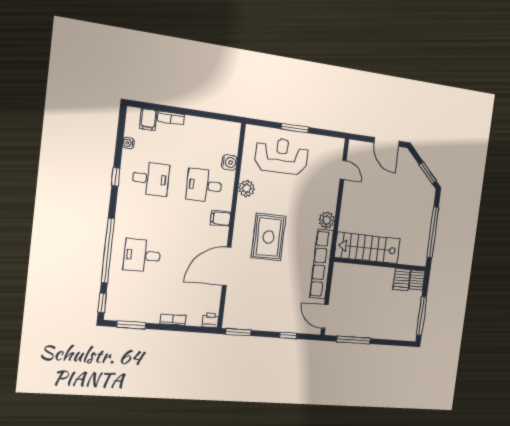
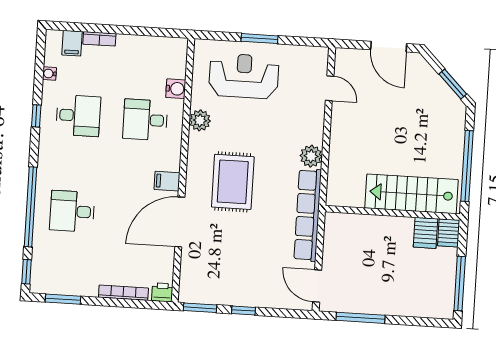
filing cabinet: (221, 218) -> (167, 181), moved
stairs: (367, 248) -> (412, 194), moved
bookcase: (173, 320) -> (123, 293), width x1.56
window: (288, 336) -> (244, 310), moved

